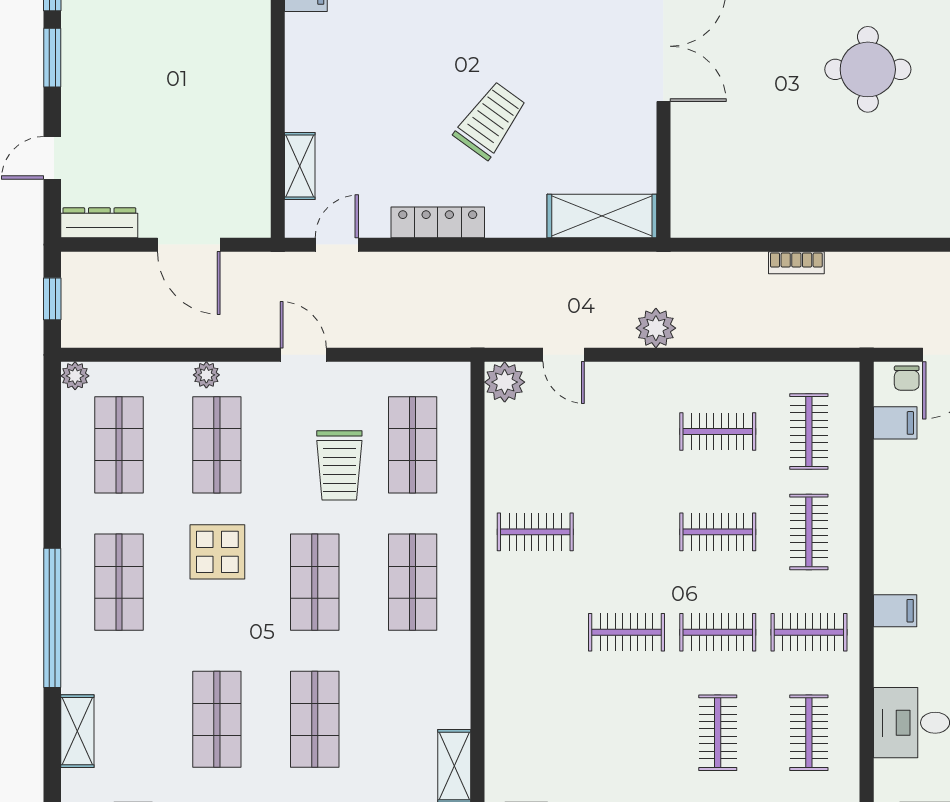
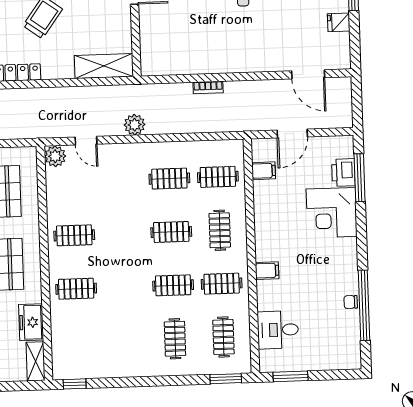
chair: (907, 378) -> (269, 147), removed
clothes rail: (809, 431) -> (218, 177), turned 90
clothes rail: (626, 632) -> (76, 289), moved
freezer: (448, 692) -> (31, 322), added

